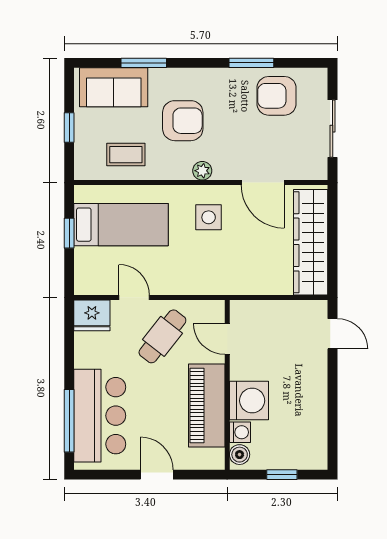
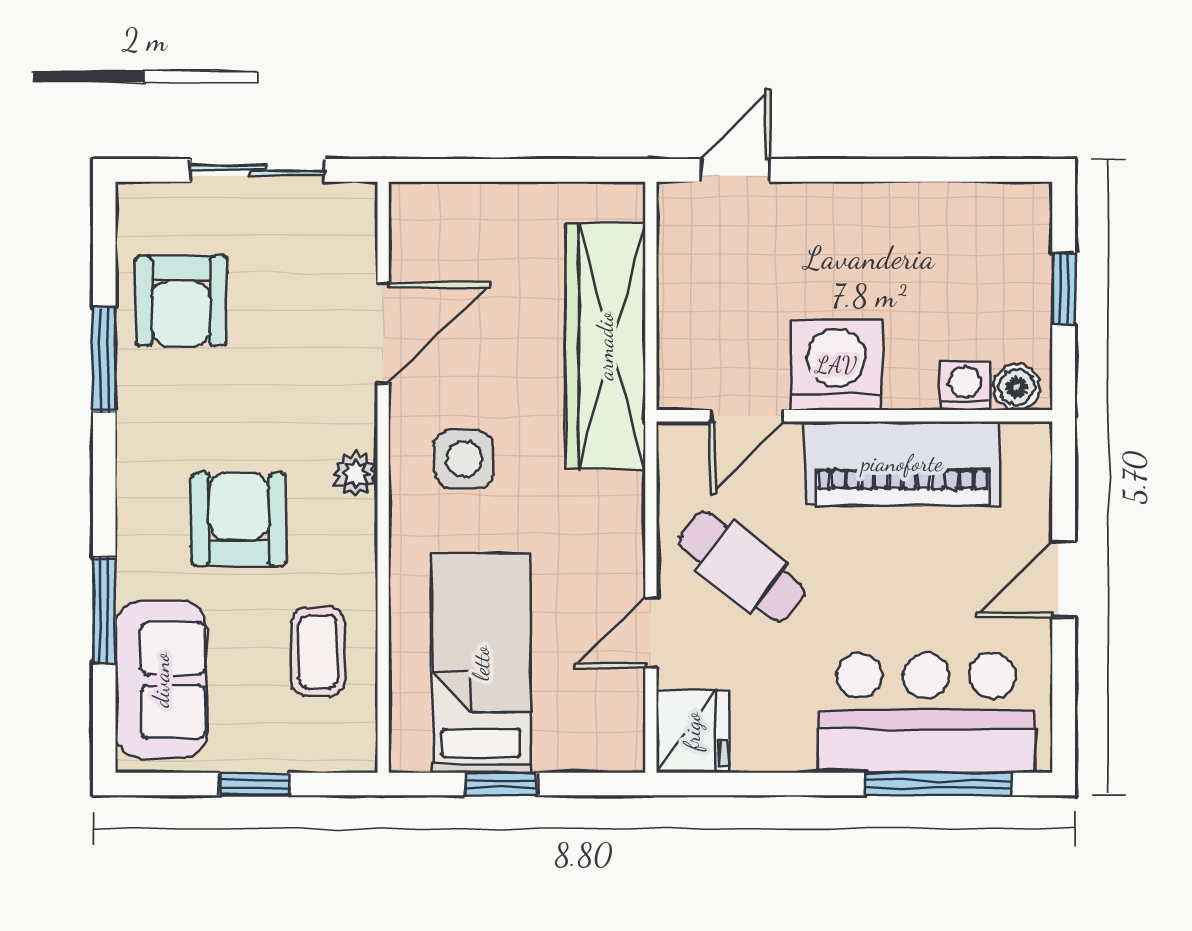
wardrobe: (311, 242) -> (605, 346), moved, turned 90
washing machine: (249, 401) -> (836, 365), moved

